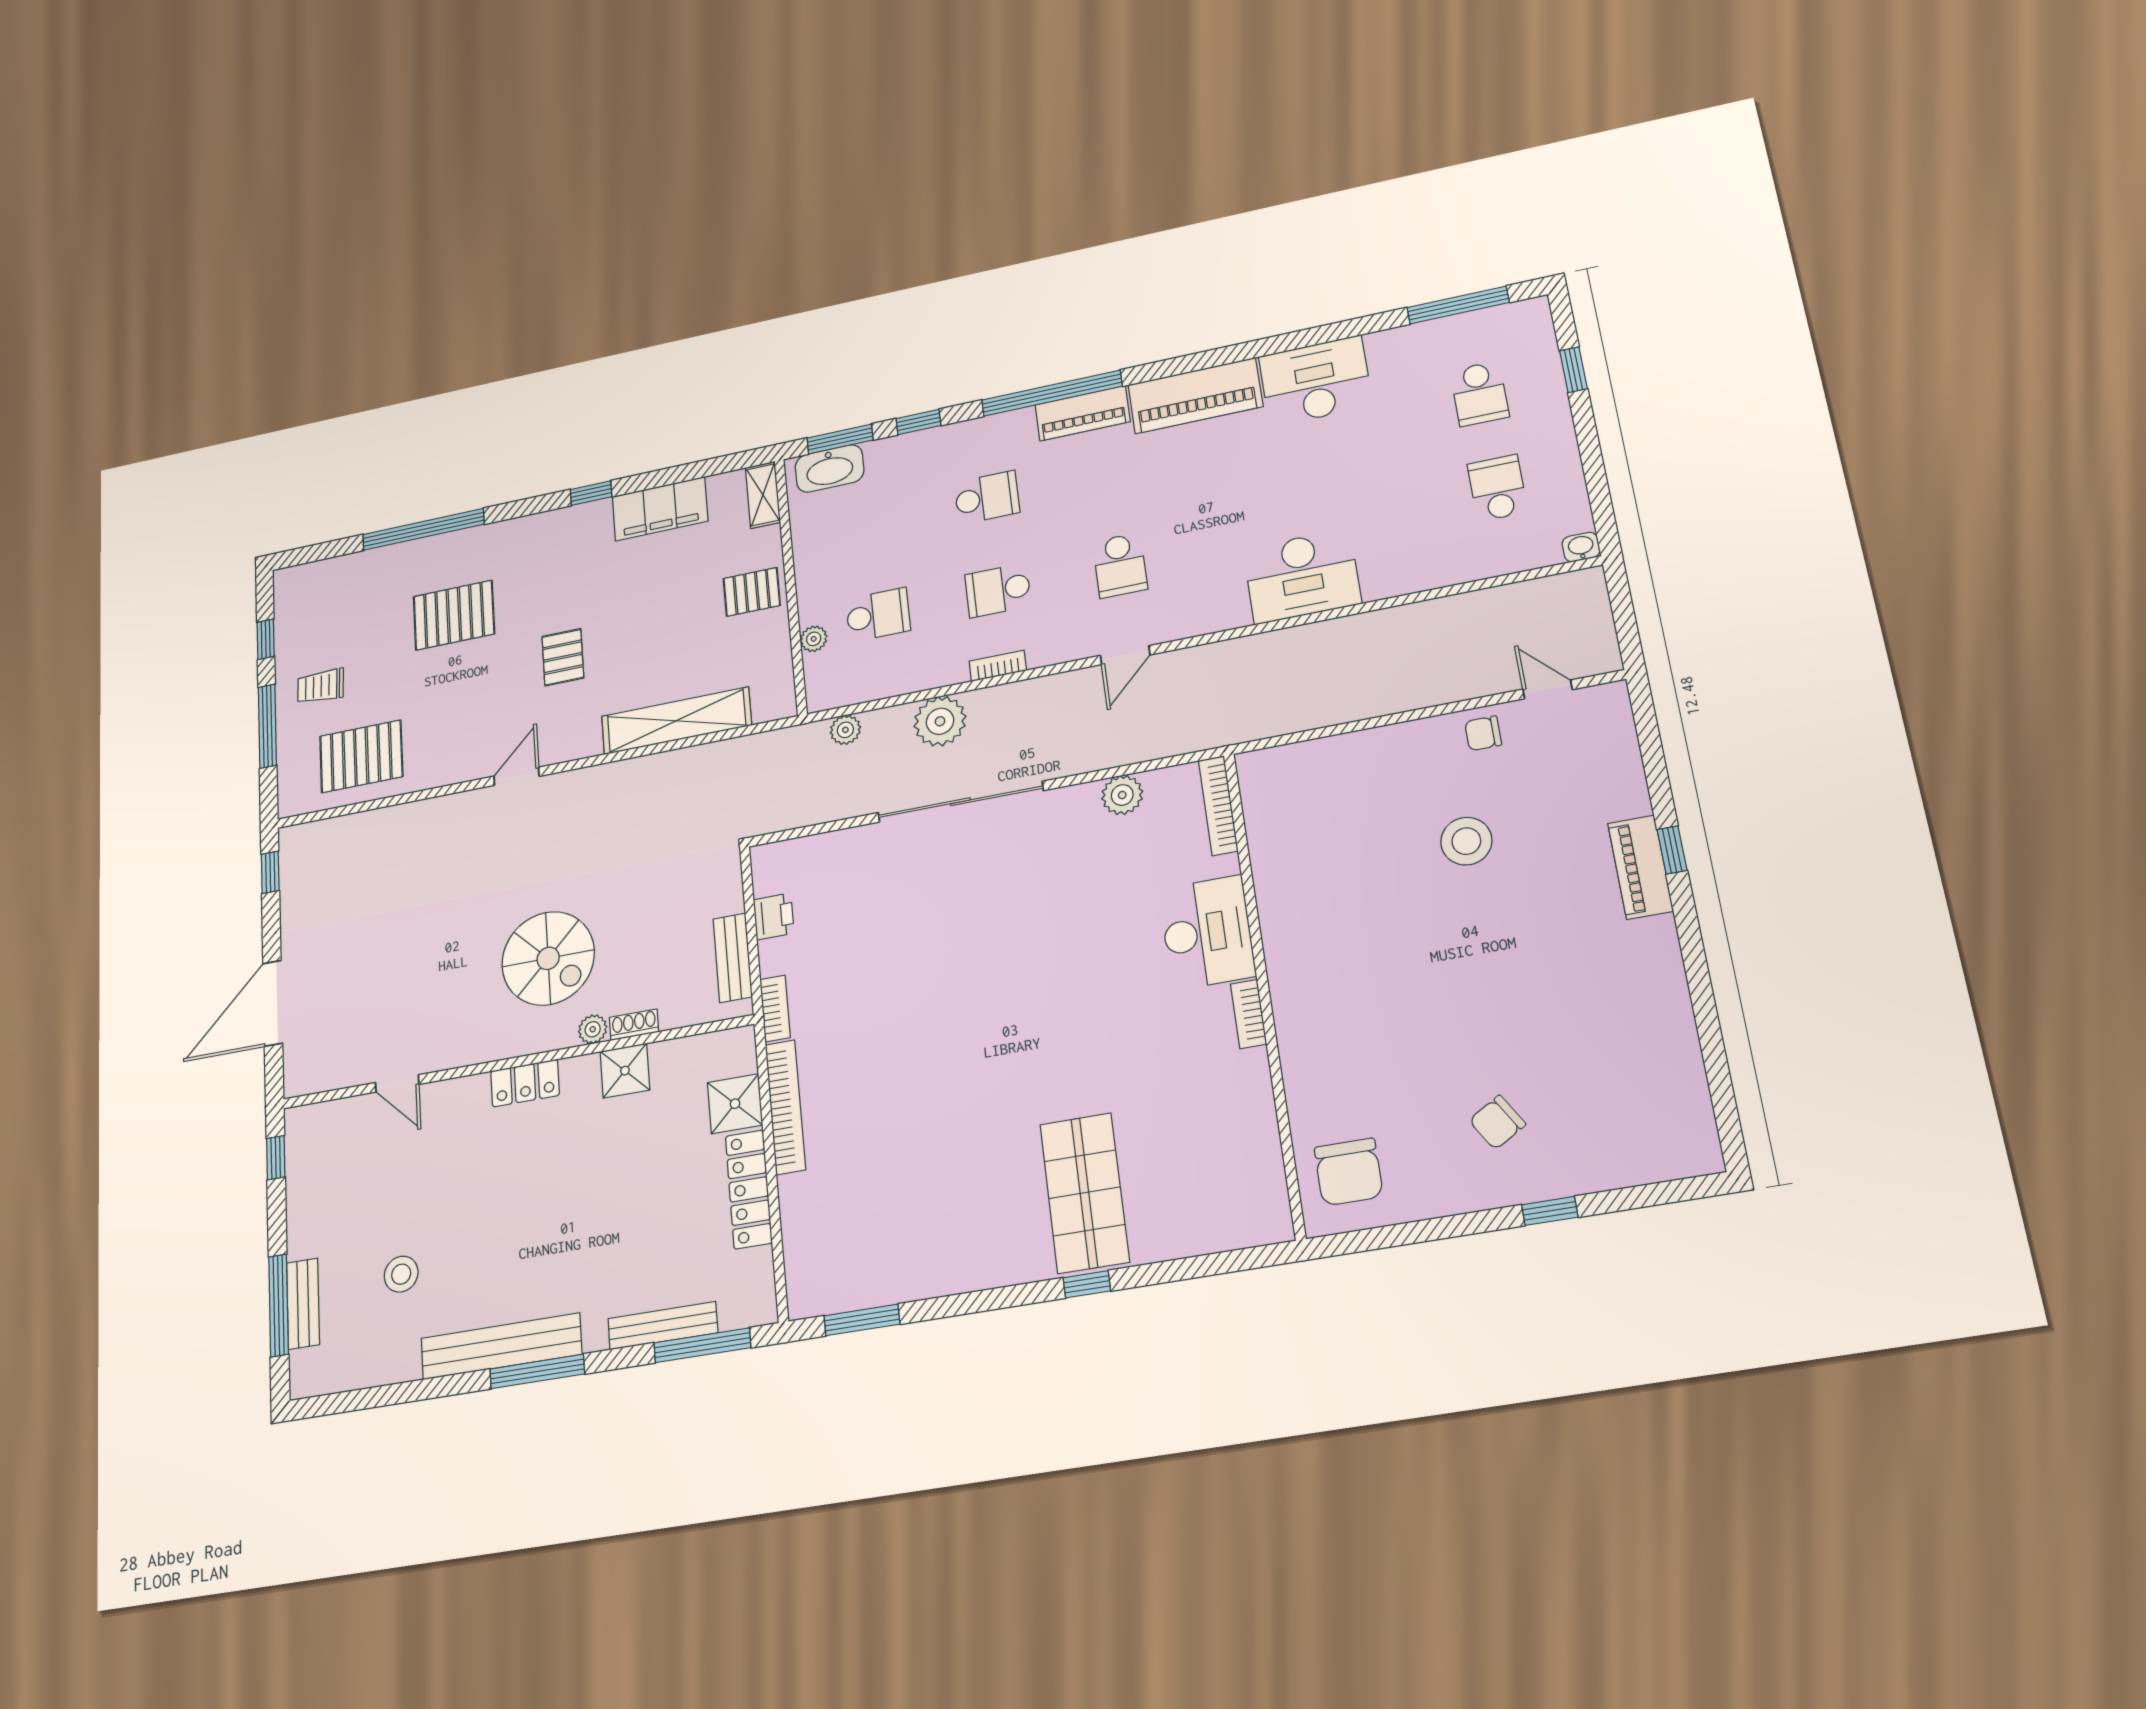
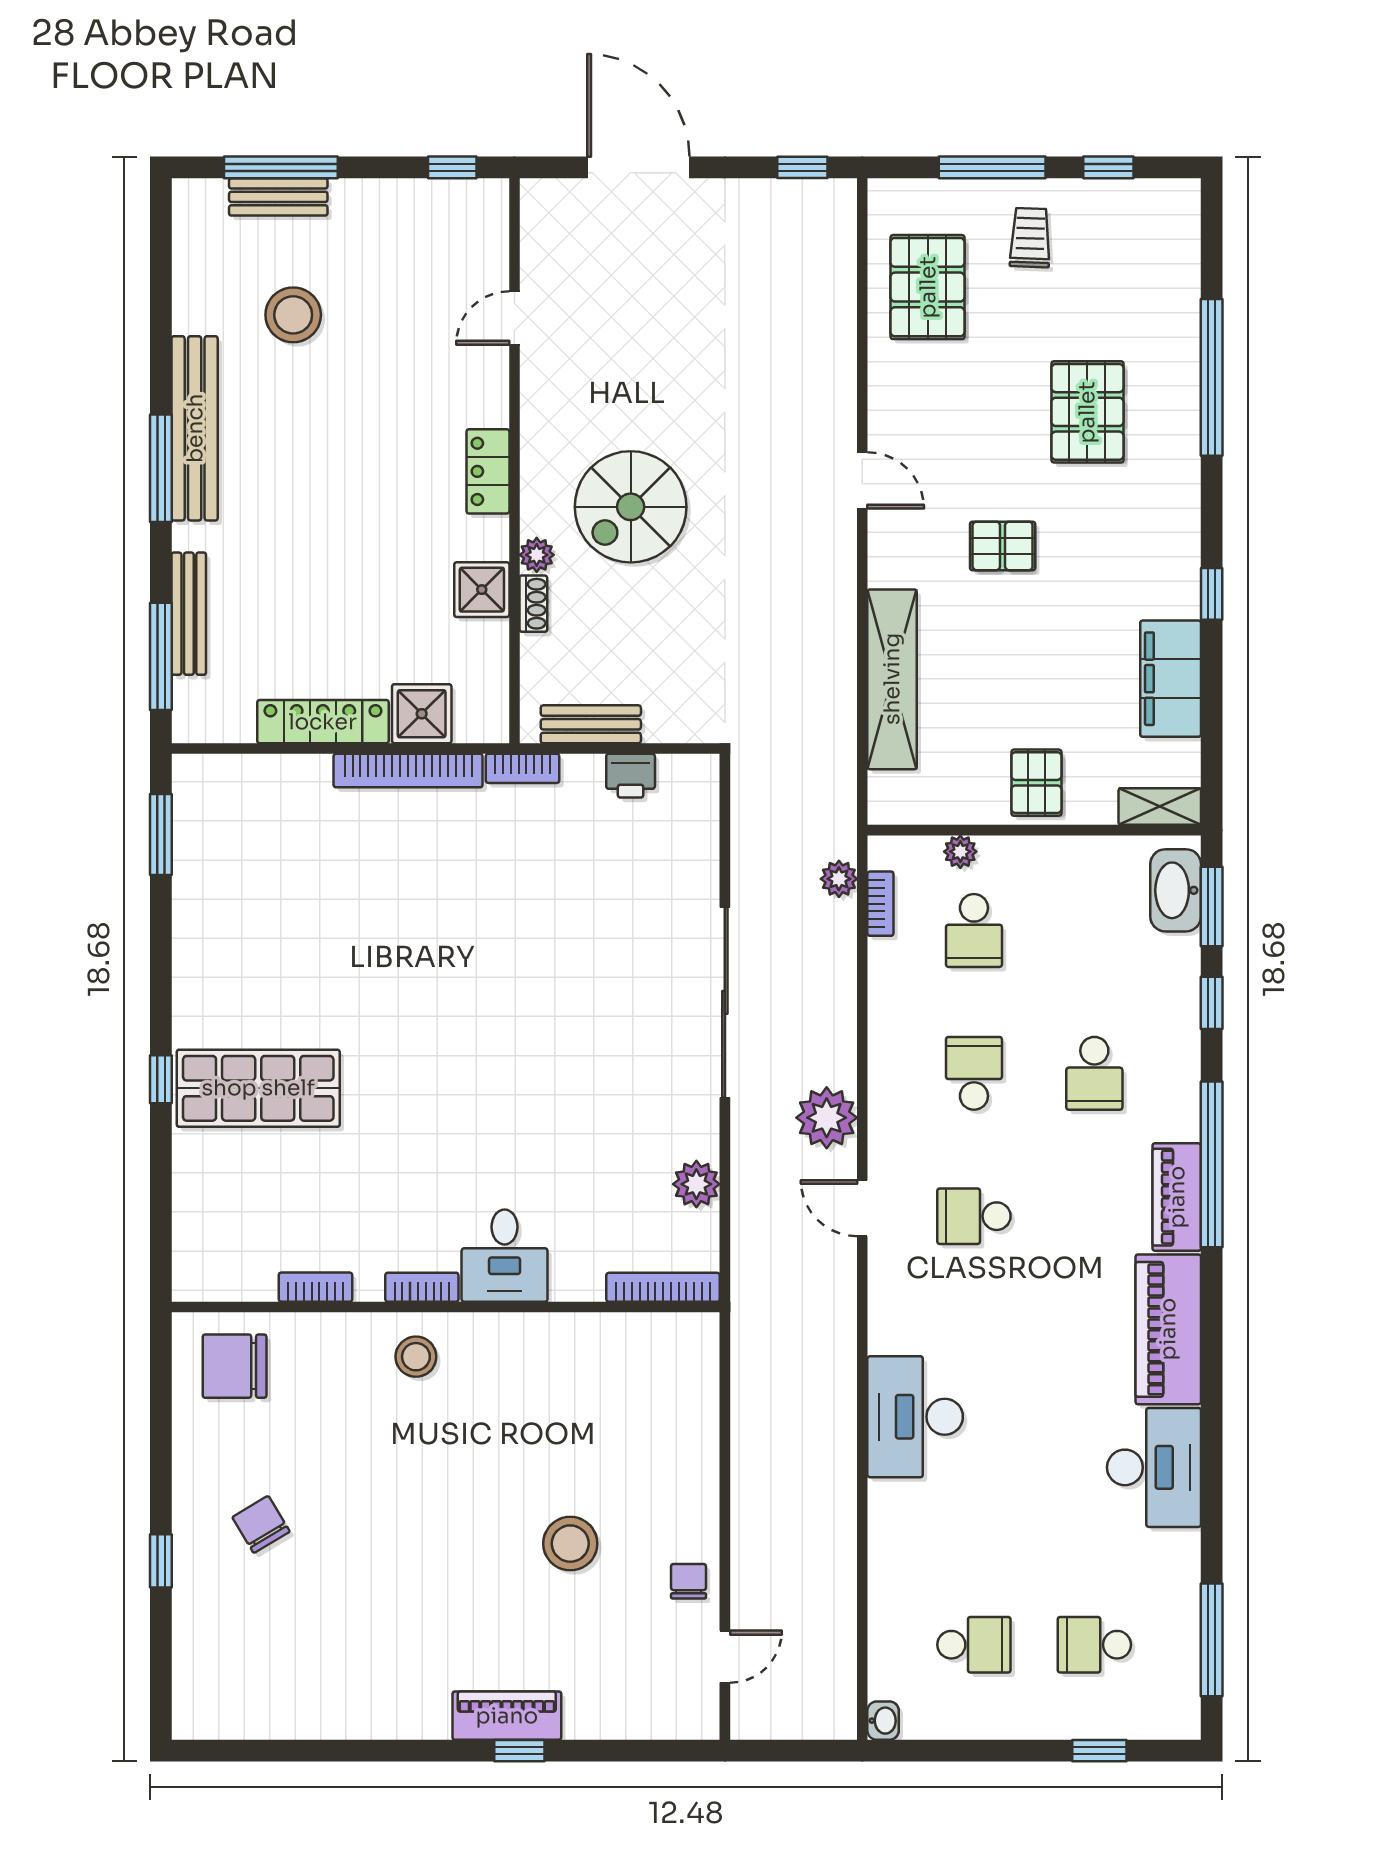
bookcase: (998, 666) -> (880, 904), moved
plant: (940, 721) -> (827, 1118), moved
desk: (1207, 933) -> (505, 1256), width x0.73
stool: (1314, 1008) -> (416, 1357), added
bookcase: (1262, 1110) -> (315, 1287), added
stool: (401, 1274) -> (293, 315), width x1.38, depth x1.38

